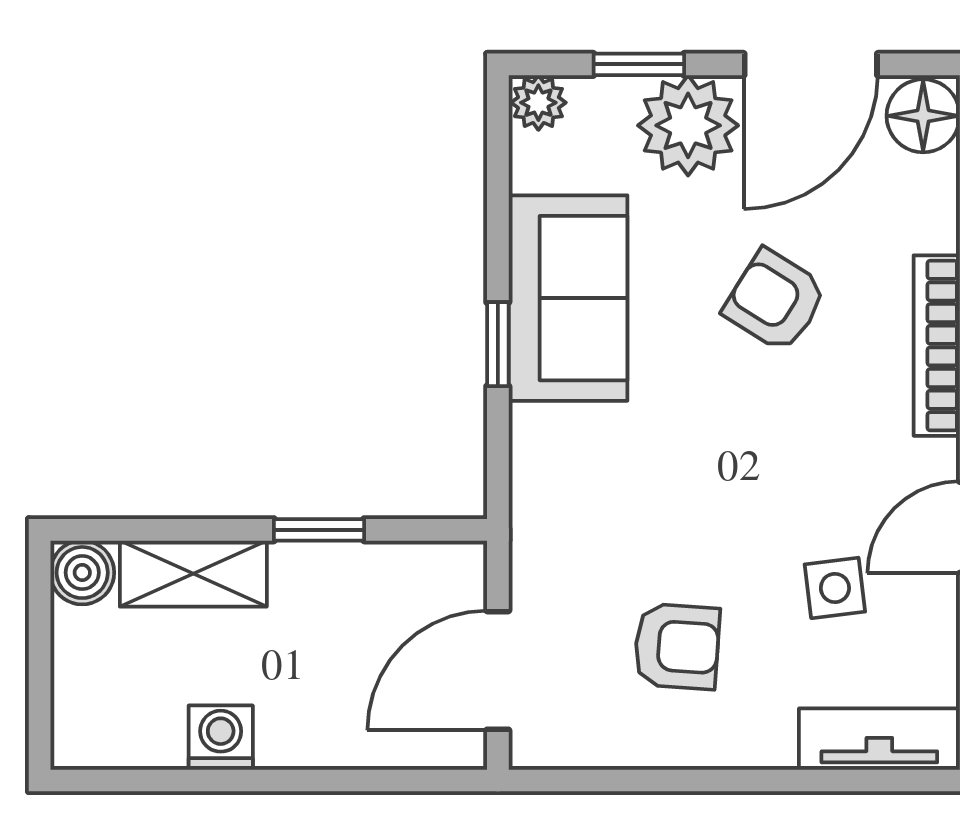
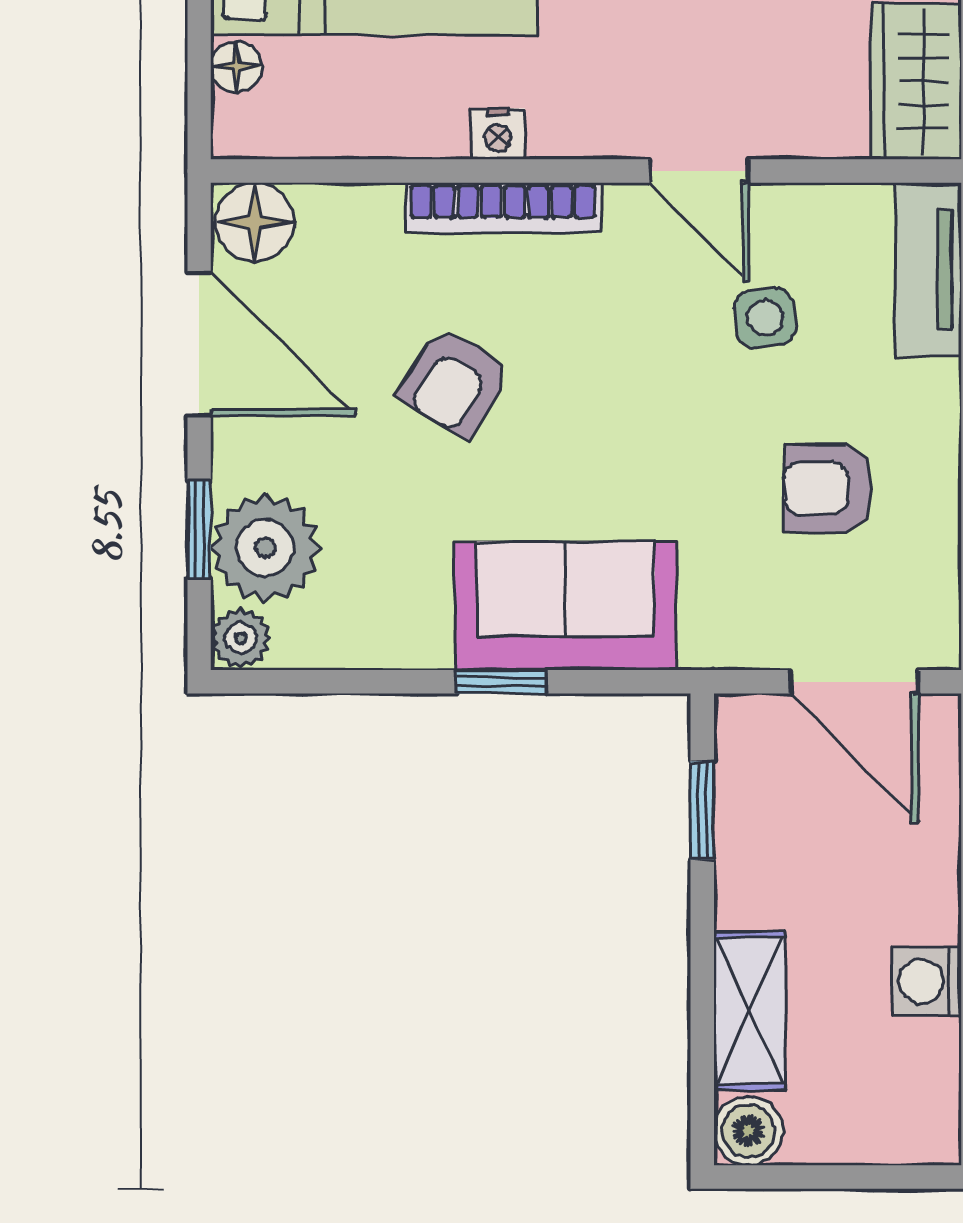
plant: (688, 125) -> (265, 548), moved
sofa: (568, 298) -> (566, 606), moved
window: (319, 530) -> (702, 810), moved
armchair: (677, 646) -> (828, 488), turned -94

